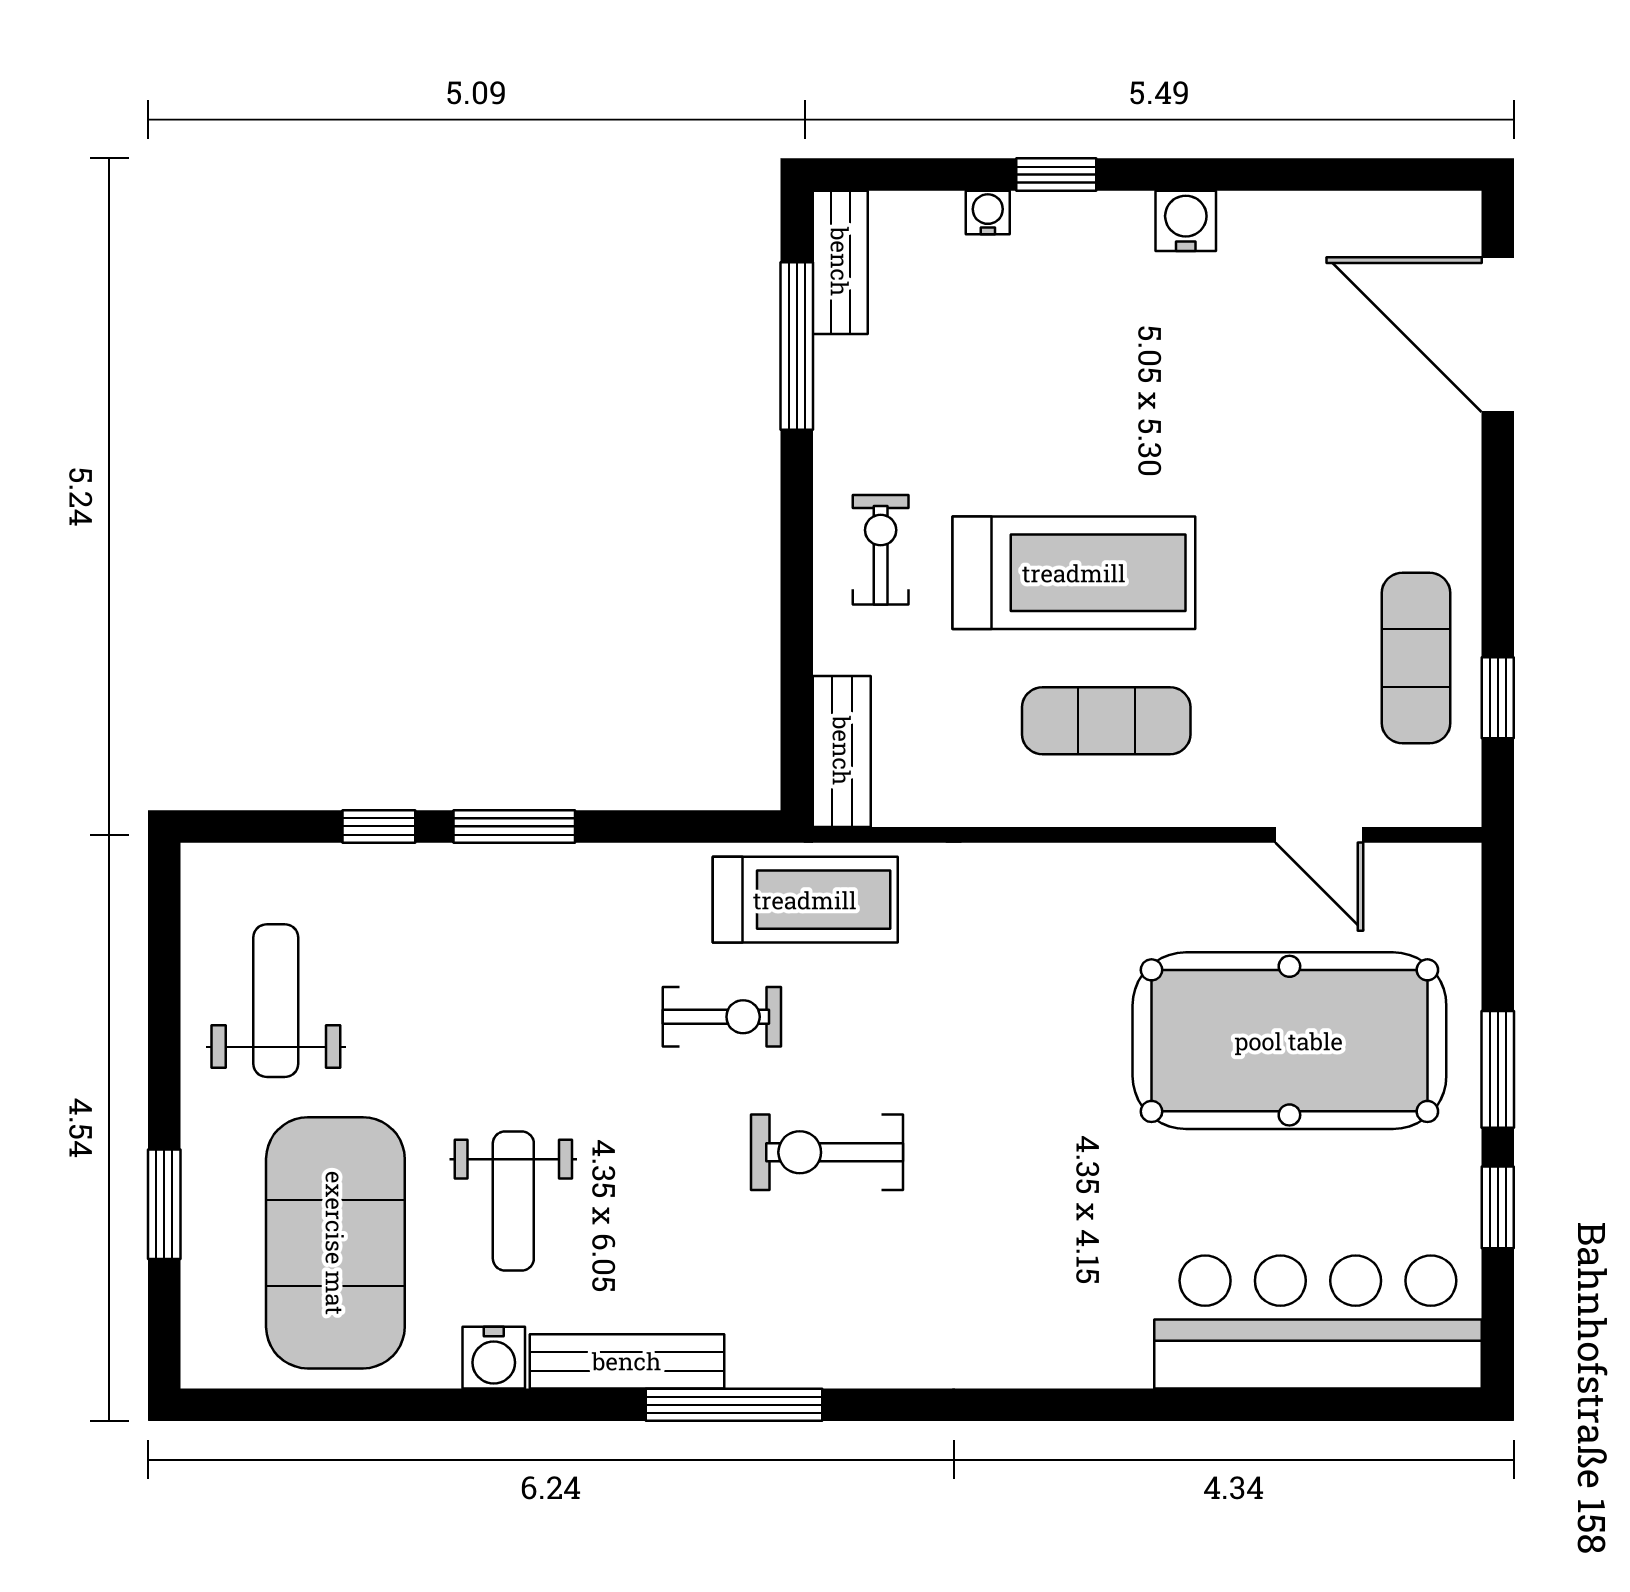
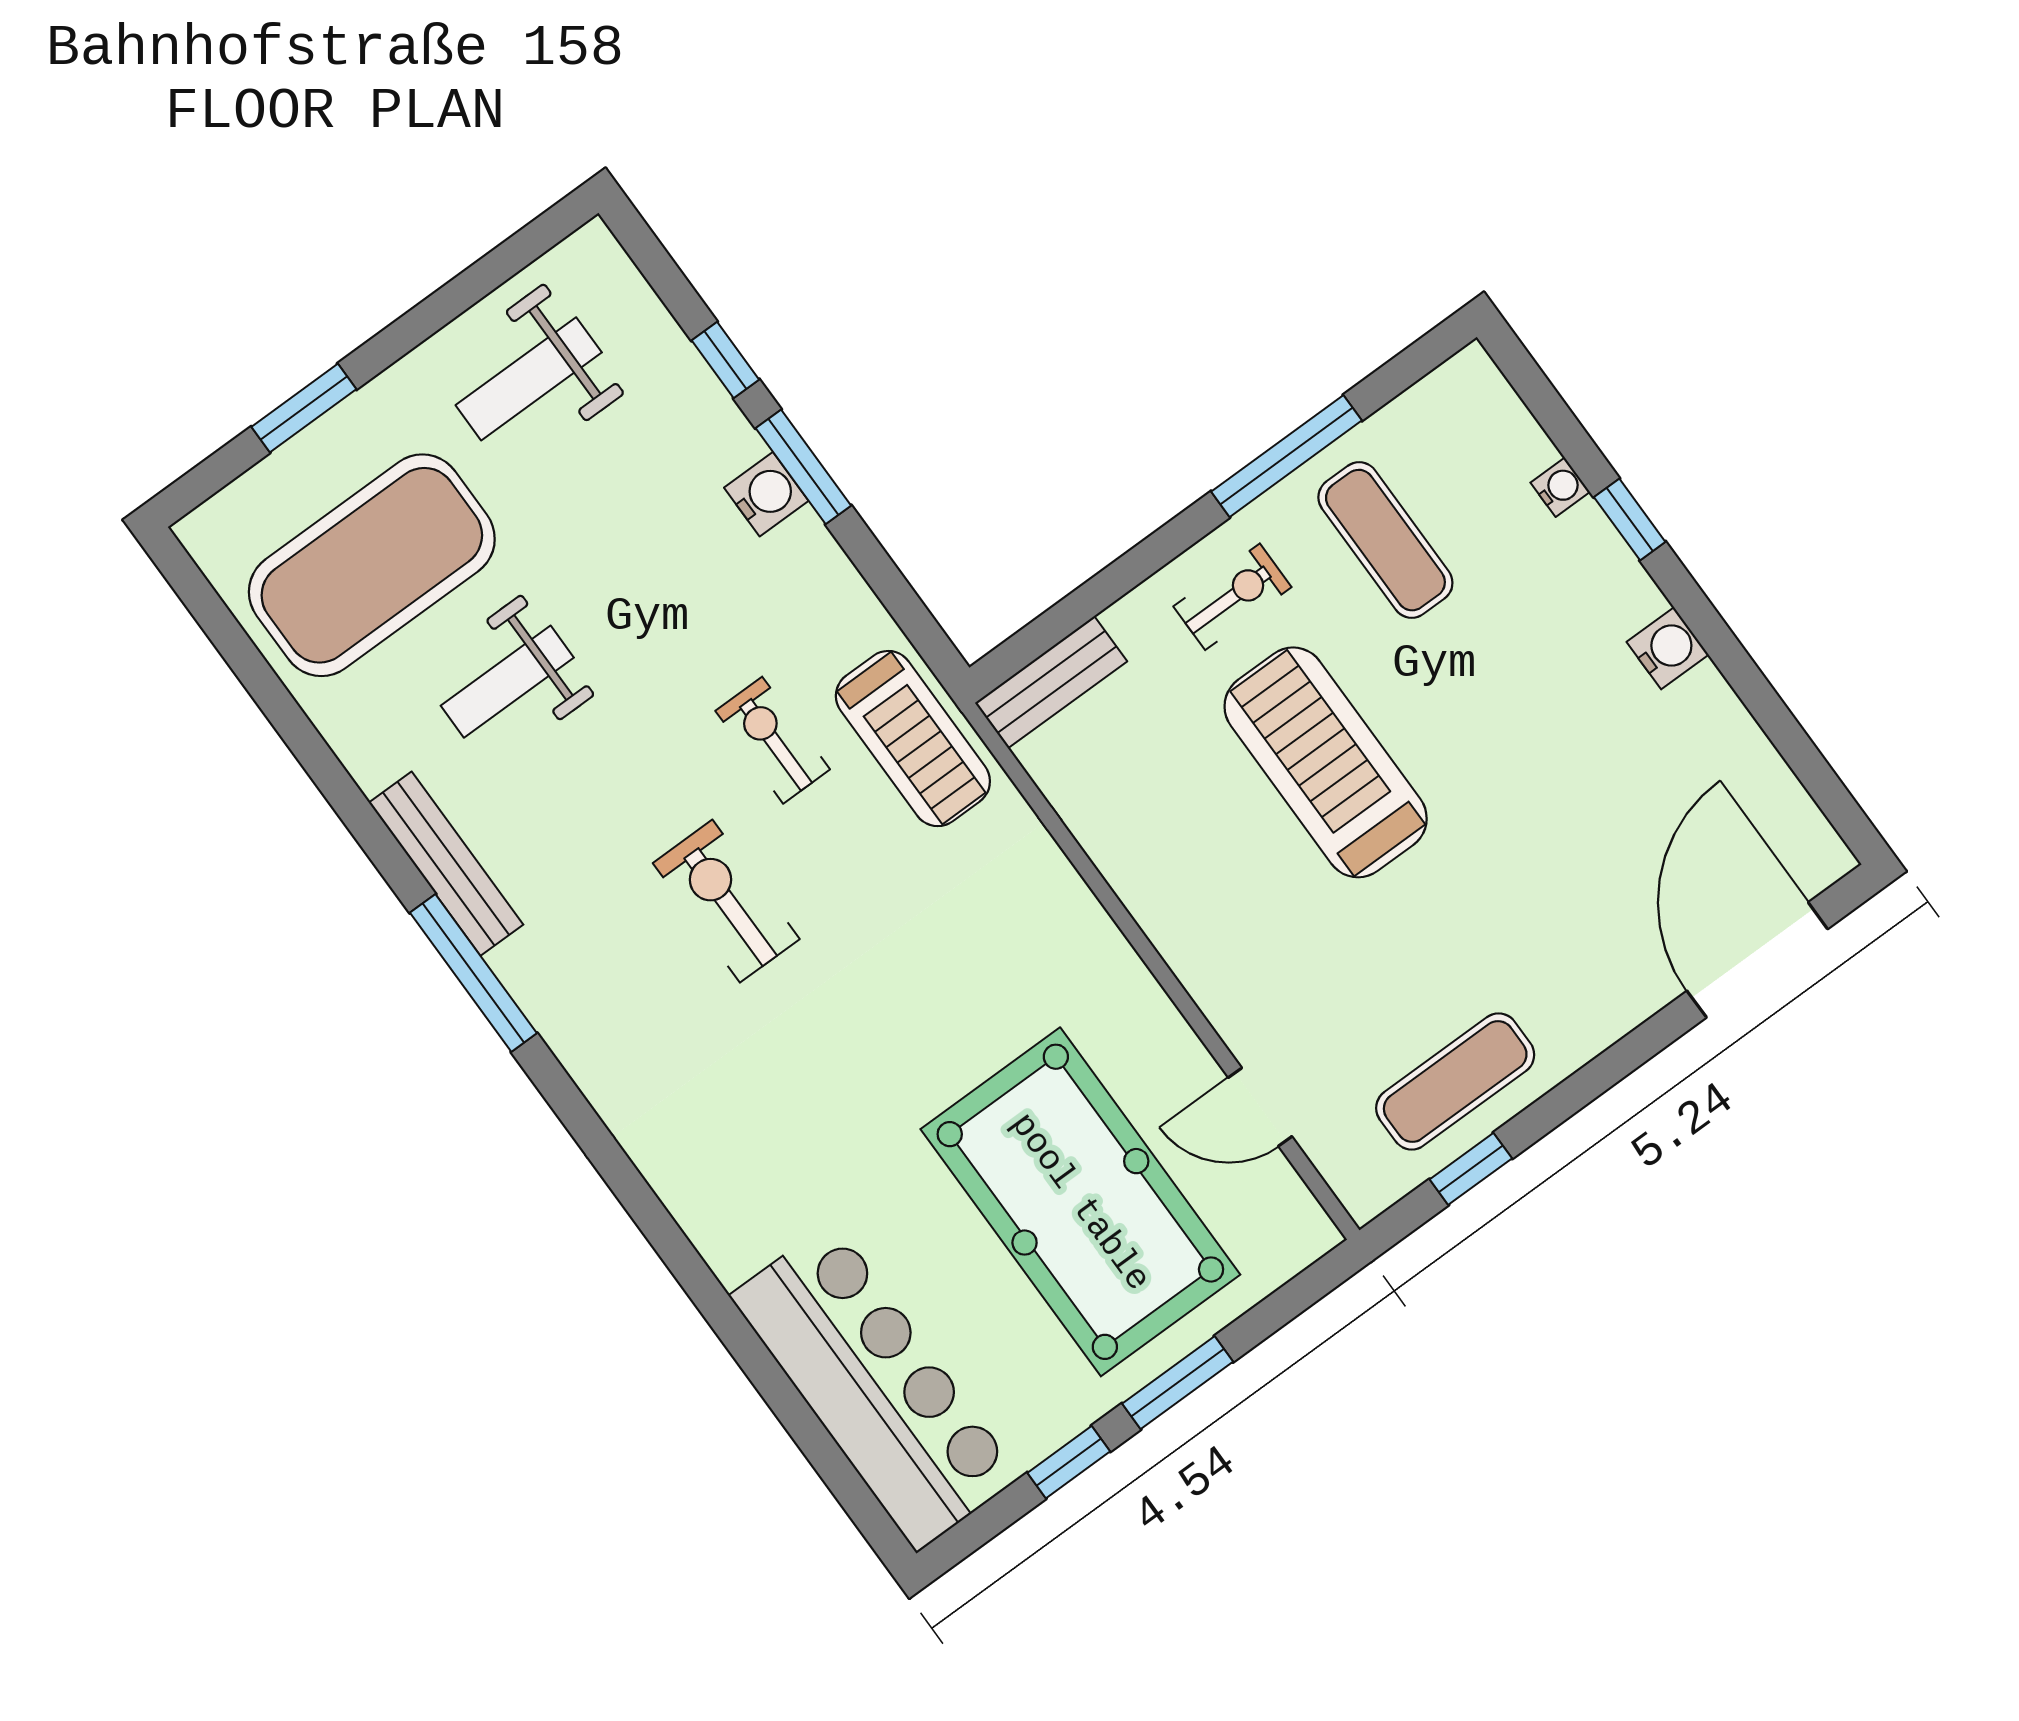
bench: (840, 262) -> (1436, 400), removed
window: (797, 346) -> (1287, 456), moved
treadmill: (1074, 573) -> (1326, 762), turned 180
exercise mat: (1106, 721) -> (1385, 540), moved
door: (1319, 835) -> (1260, 1107), hinge flipped
weight bench: (276, 1001) -> (529, 379), turned 180
exercise bike: (722, 1017) -> (773, 740), turned 180
water cooler: (494, 1358) -> (766, 494), moved, turned 180

